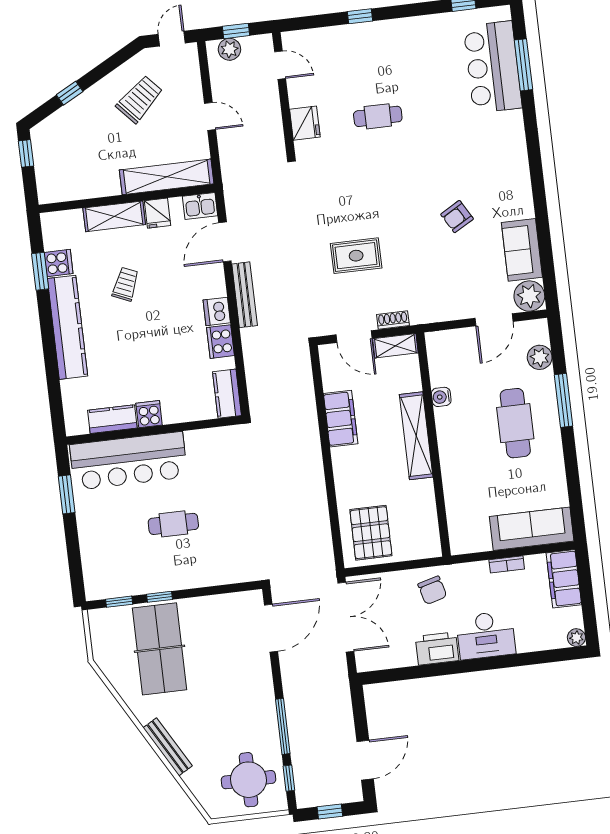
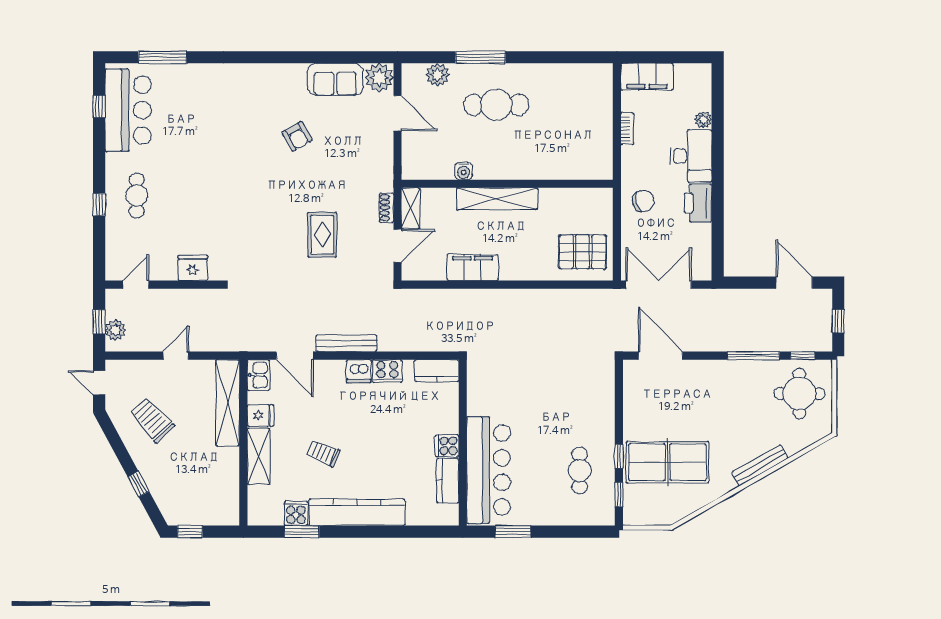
bar counter: (493, 67) -> (128, 110), moved, turned -90
cafe table: (378, 116) -> (137, 196), moved
cafe table: (173, 524) -> (580, 471), moved
sofa: (532, 529) -> (597, 101), removed
plant: (576, 638) -> (703, 120), moved

